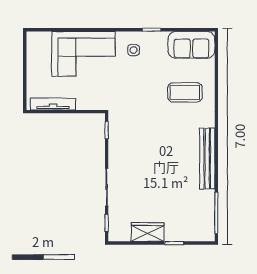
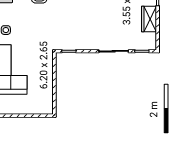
tv unit: (53, 104) -> (48, 93), removed

